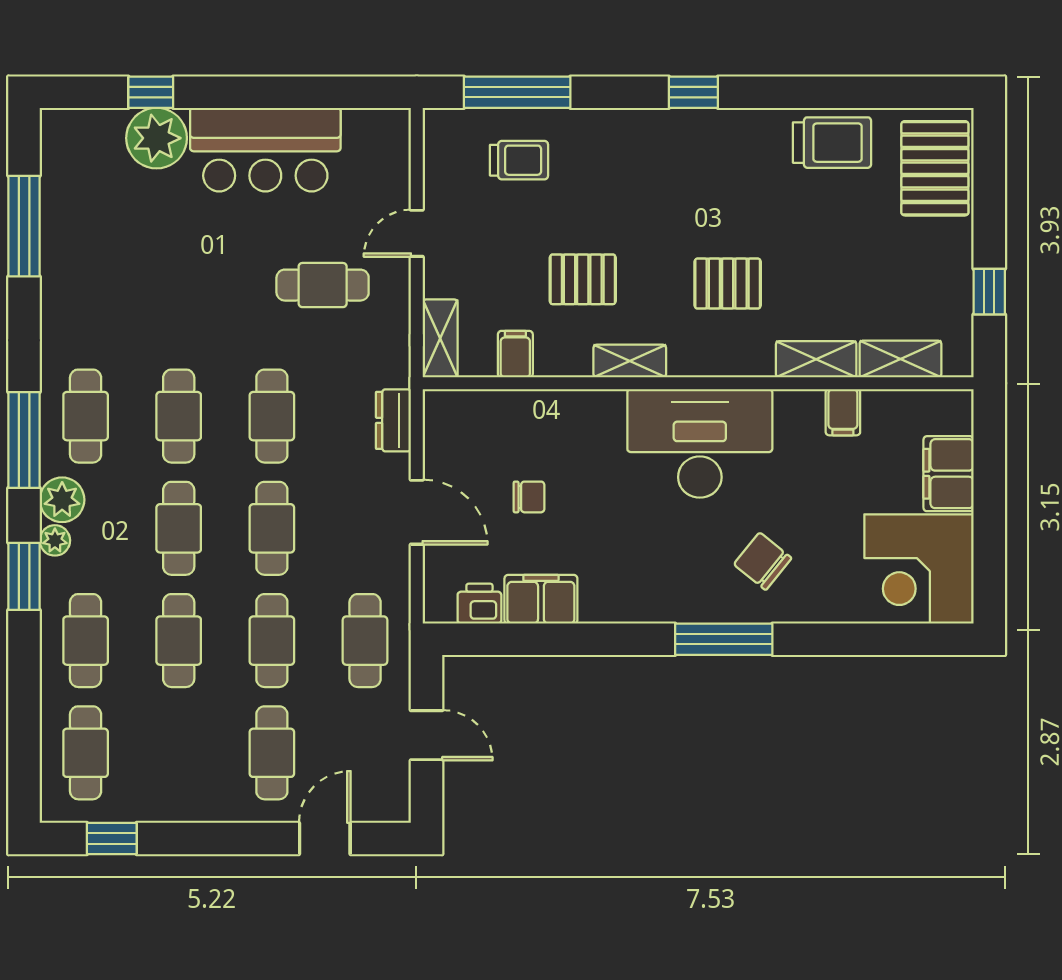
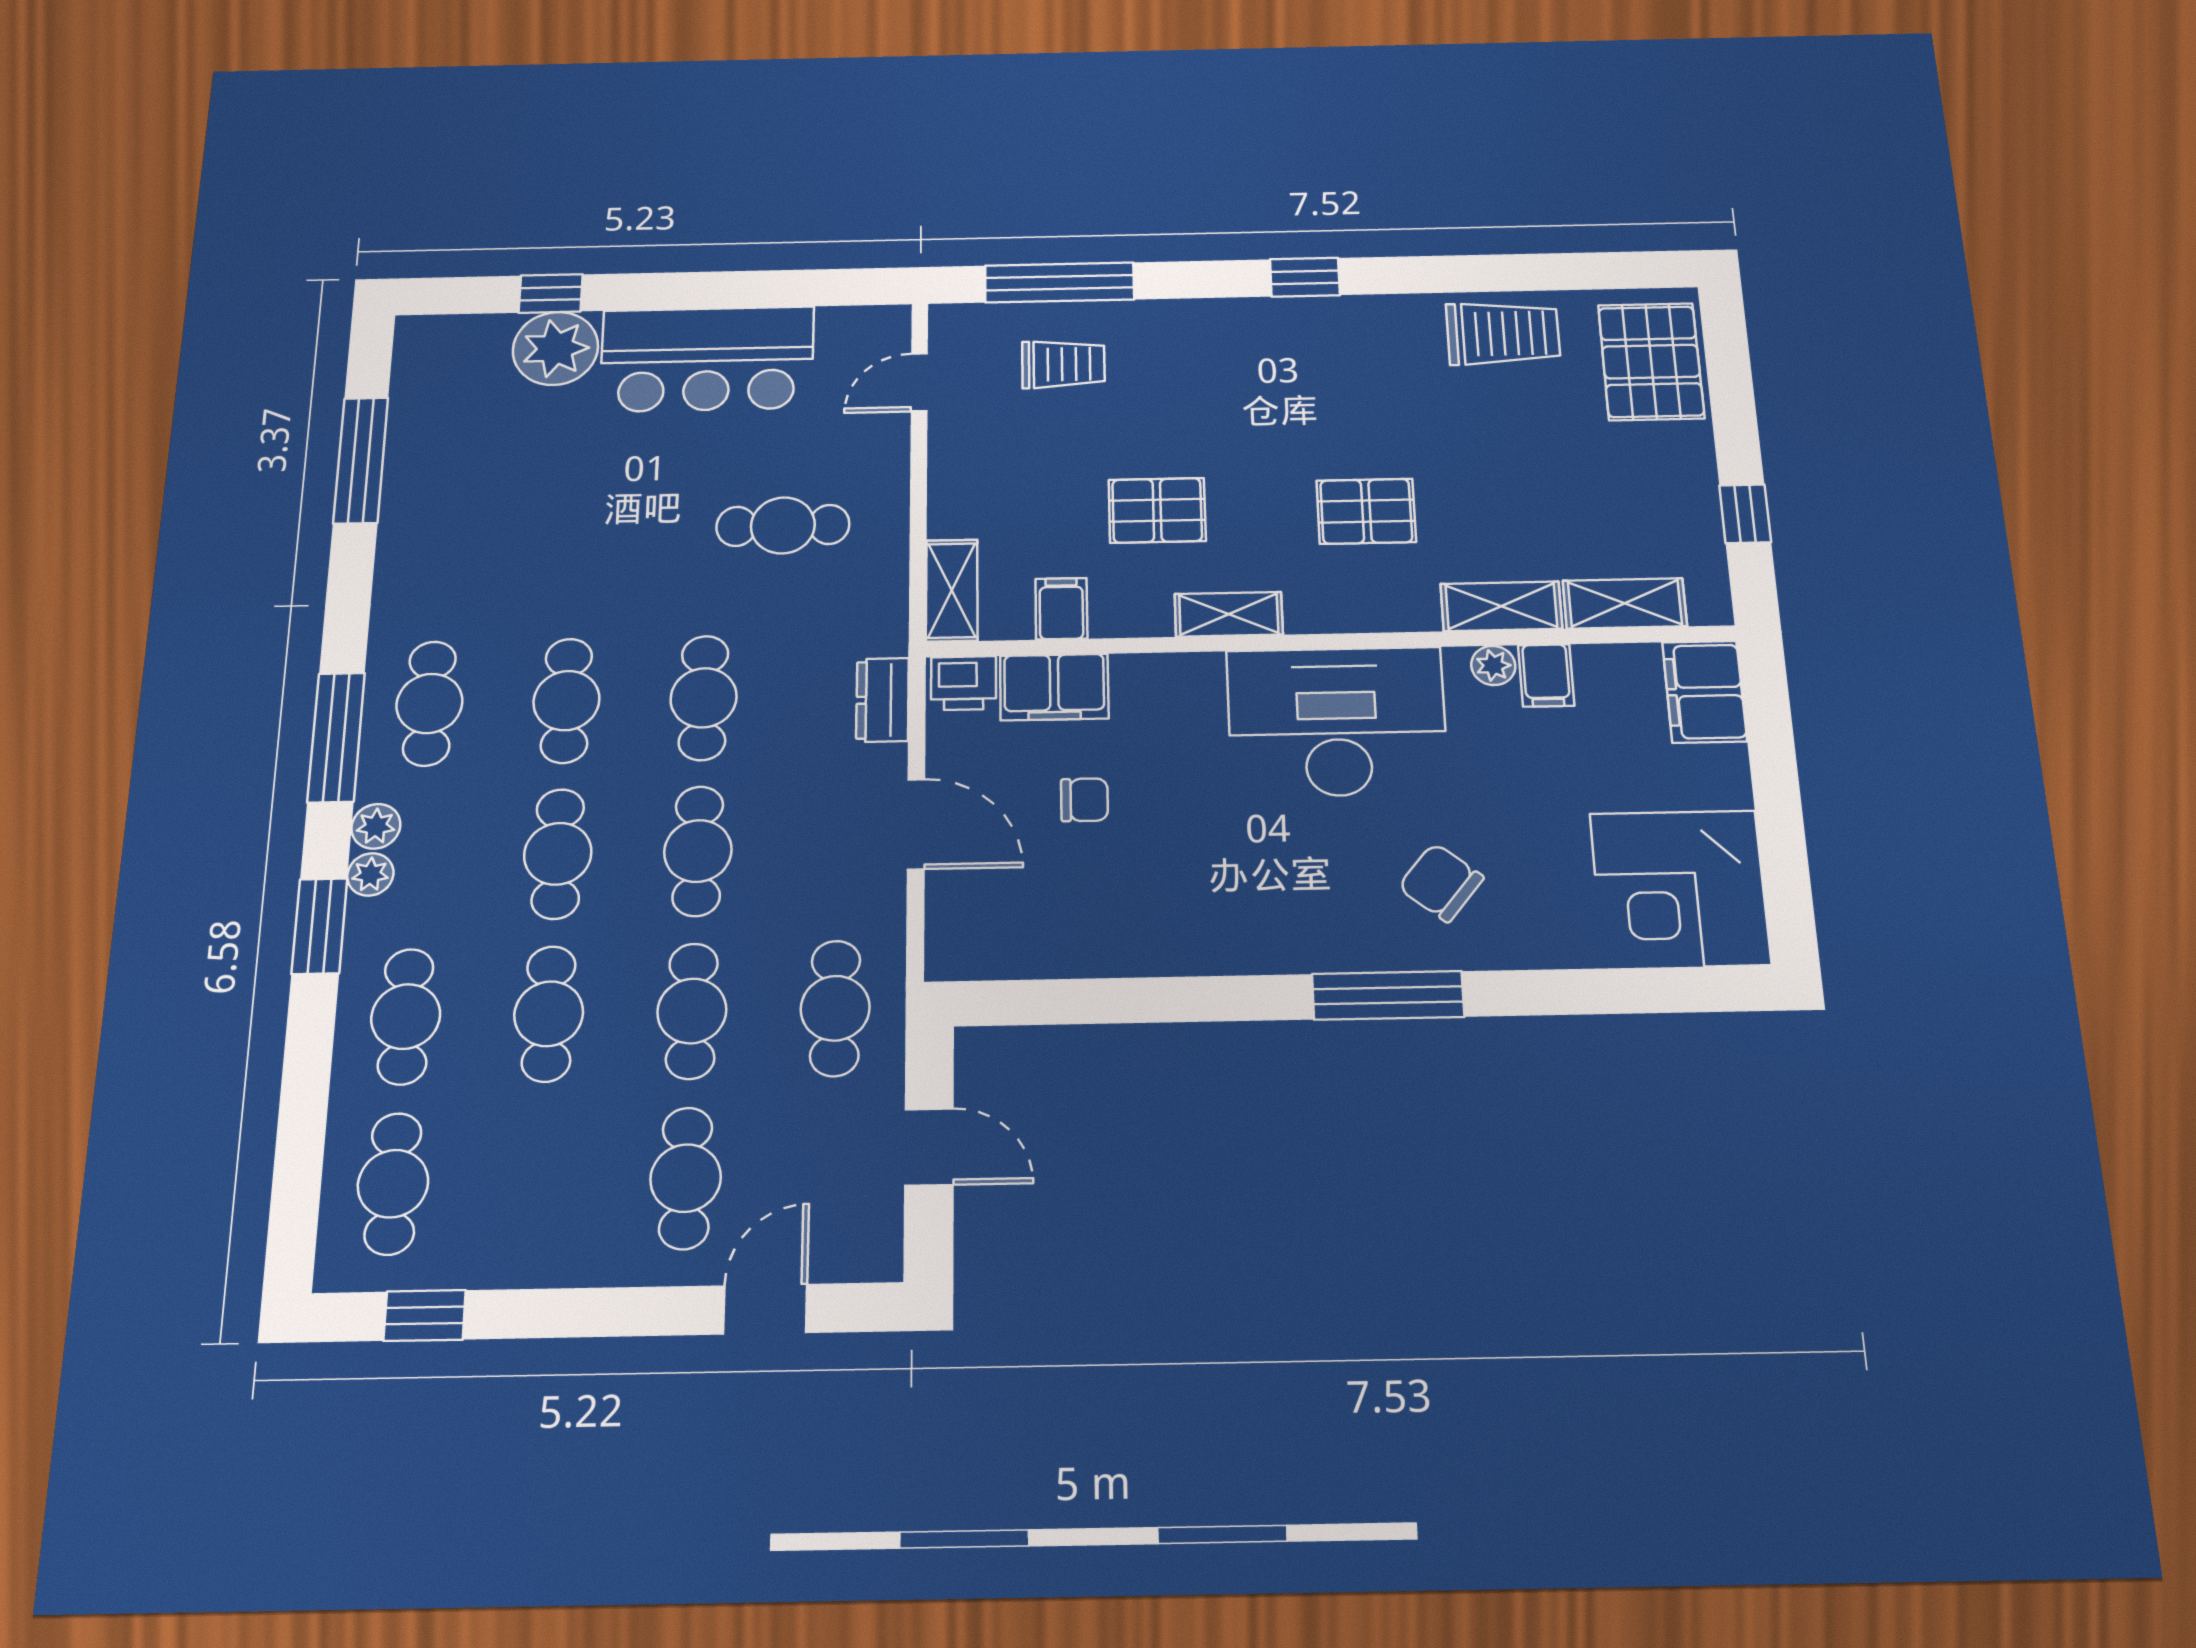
door: (417, 233) -> (919, 382), moved
plant: (808, 404) -> (1493, 665), added
filing cabinet: (949, 474) -> (1705, 692), moved
plant: (62, 500) -> (376, 826), width x0.73, depth x0.73
filing cabinet: (541, 599) -> (1054, 687), moved, turned 180
printer: (479, 604) -> (964, 683), moved, turned 180

